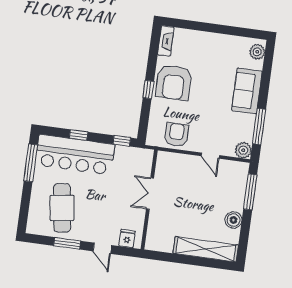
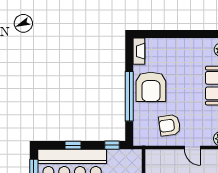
window: (148, 89) -> (129, 96), width x3.17
armchair: (176, 135) -> (170, 125), moved, turned -98

